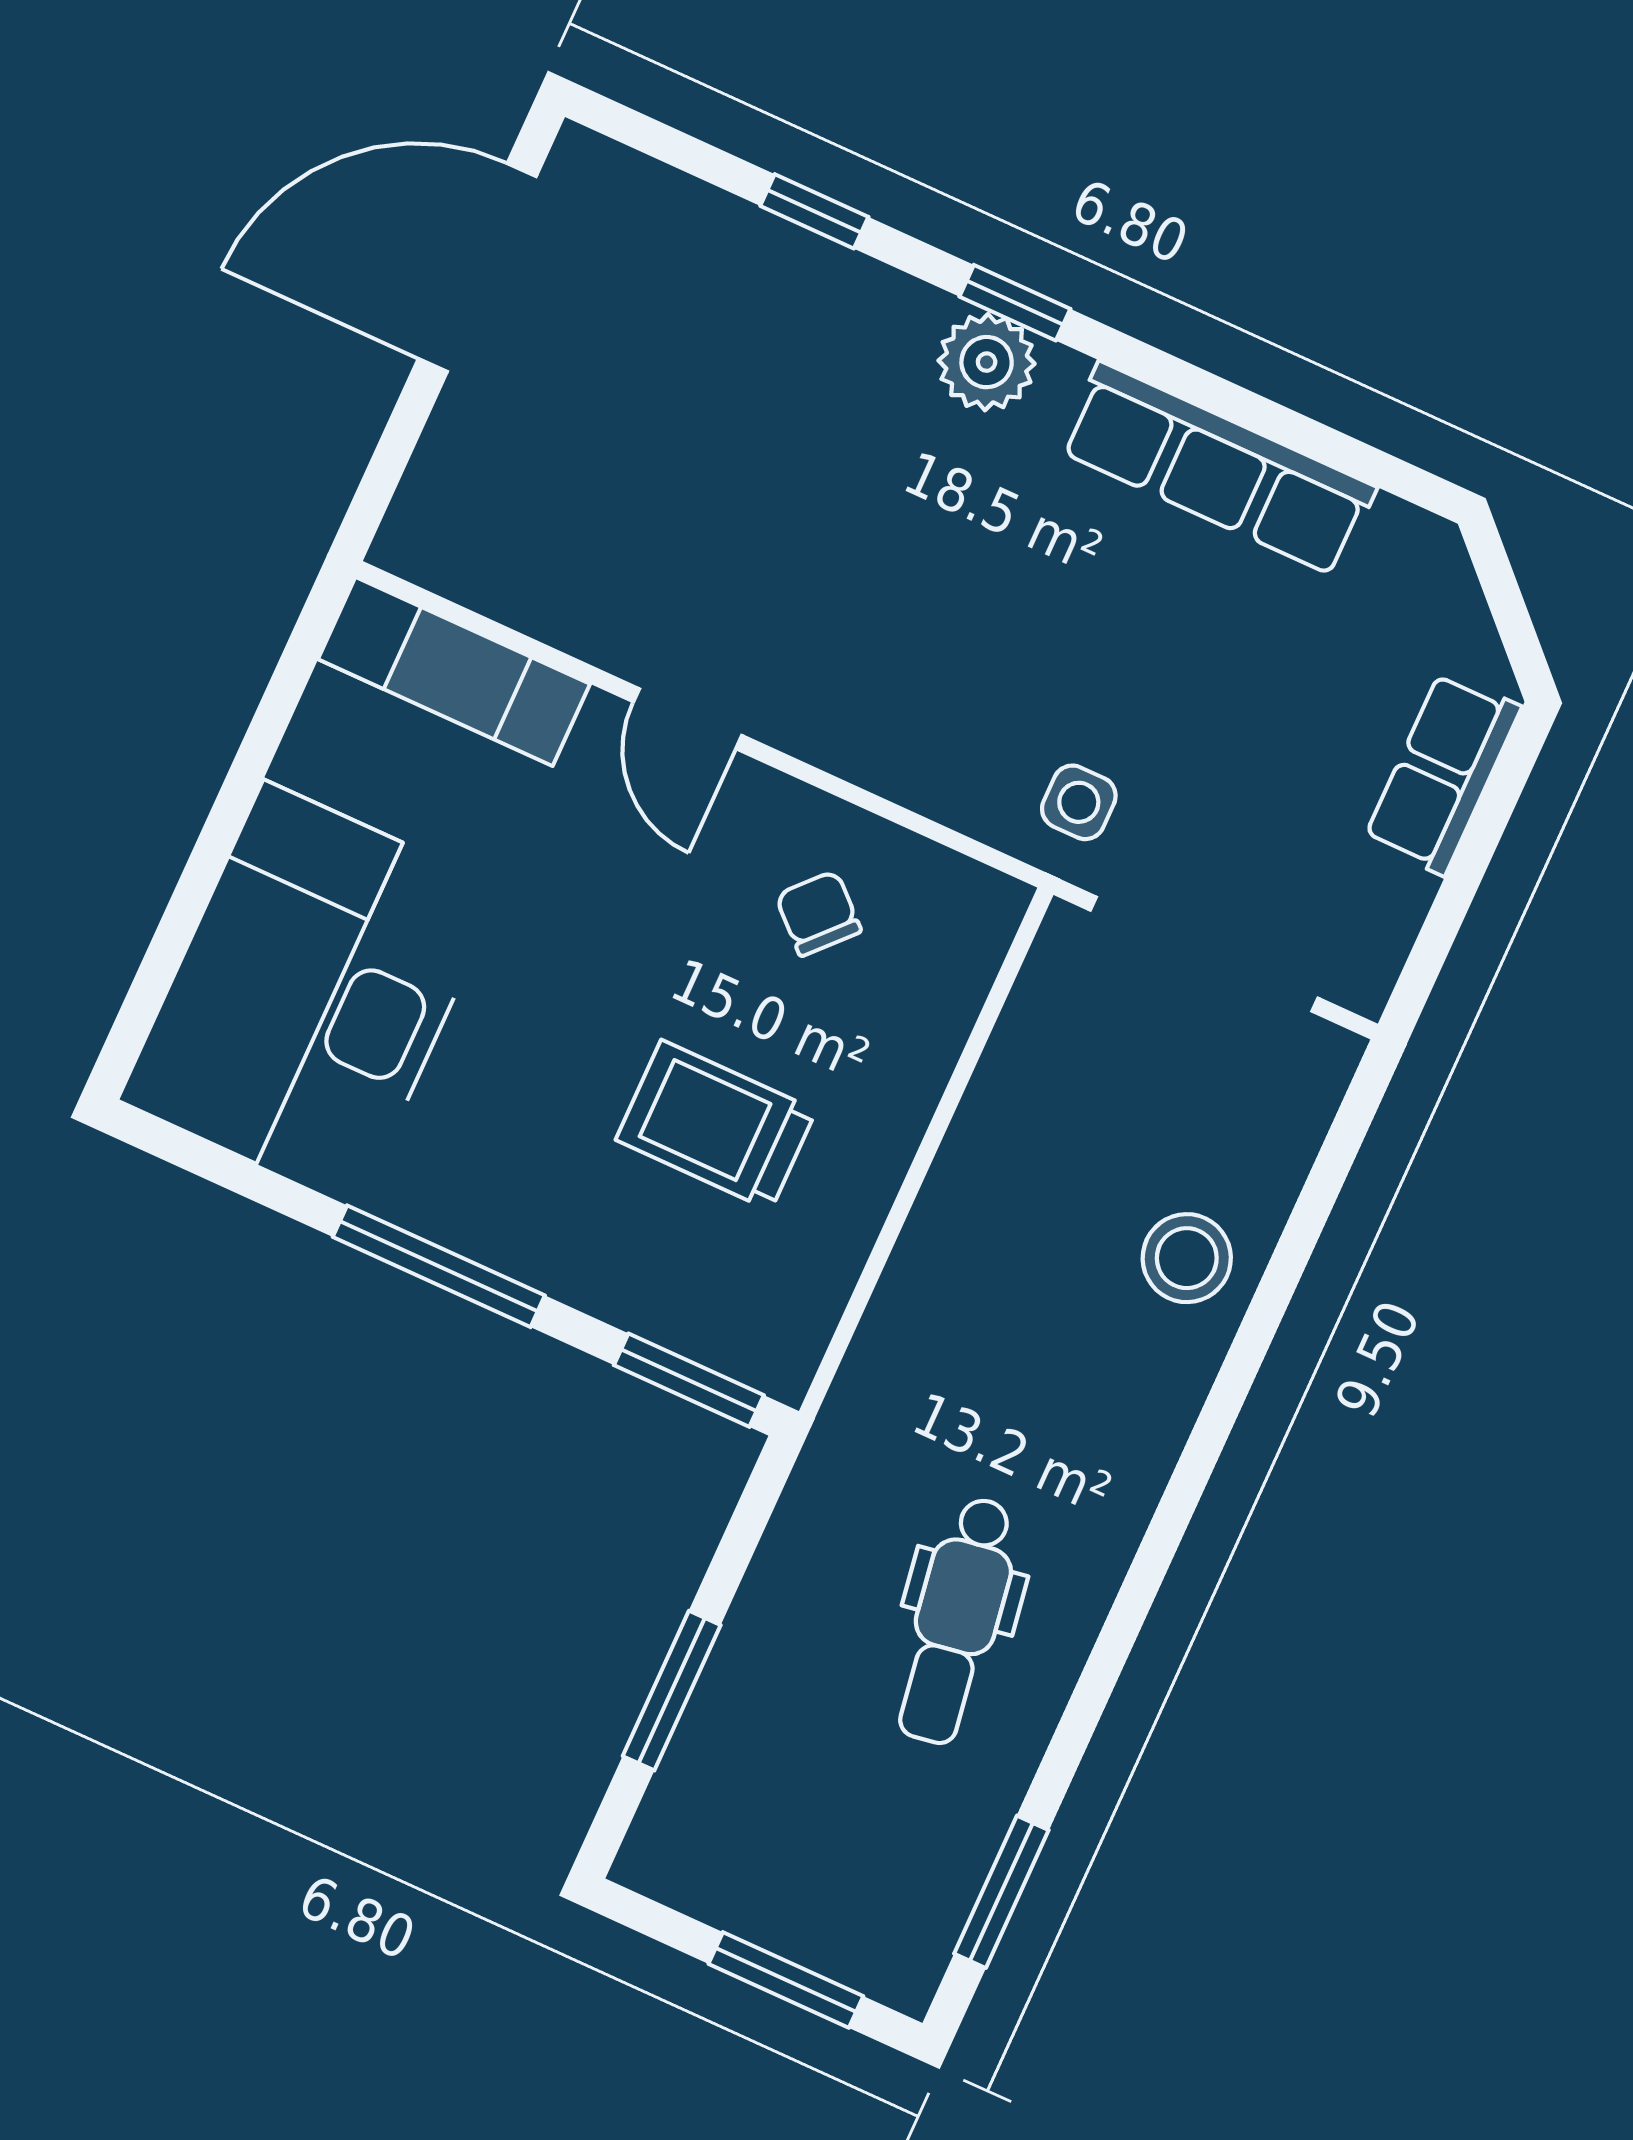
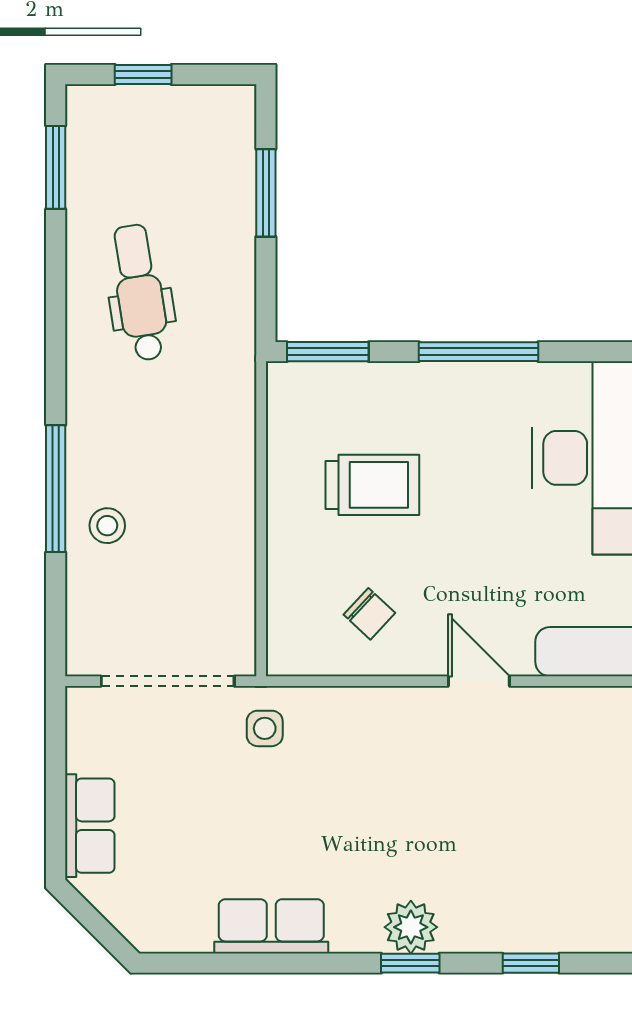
row of seats: (1218, 469) -> (271, 926), width x0.68
stool: (1187, 1258) -> (107, 526), width x0.73, depth x0.73
window: (1244, 1359) -> (56, 489), added
window: (786, 1980) -> (143, 74), width x0.67

